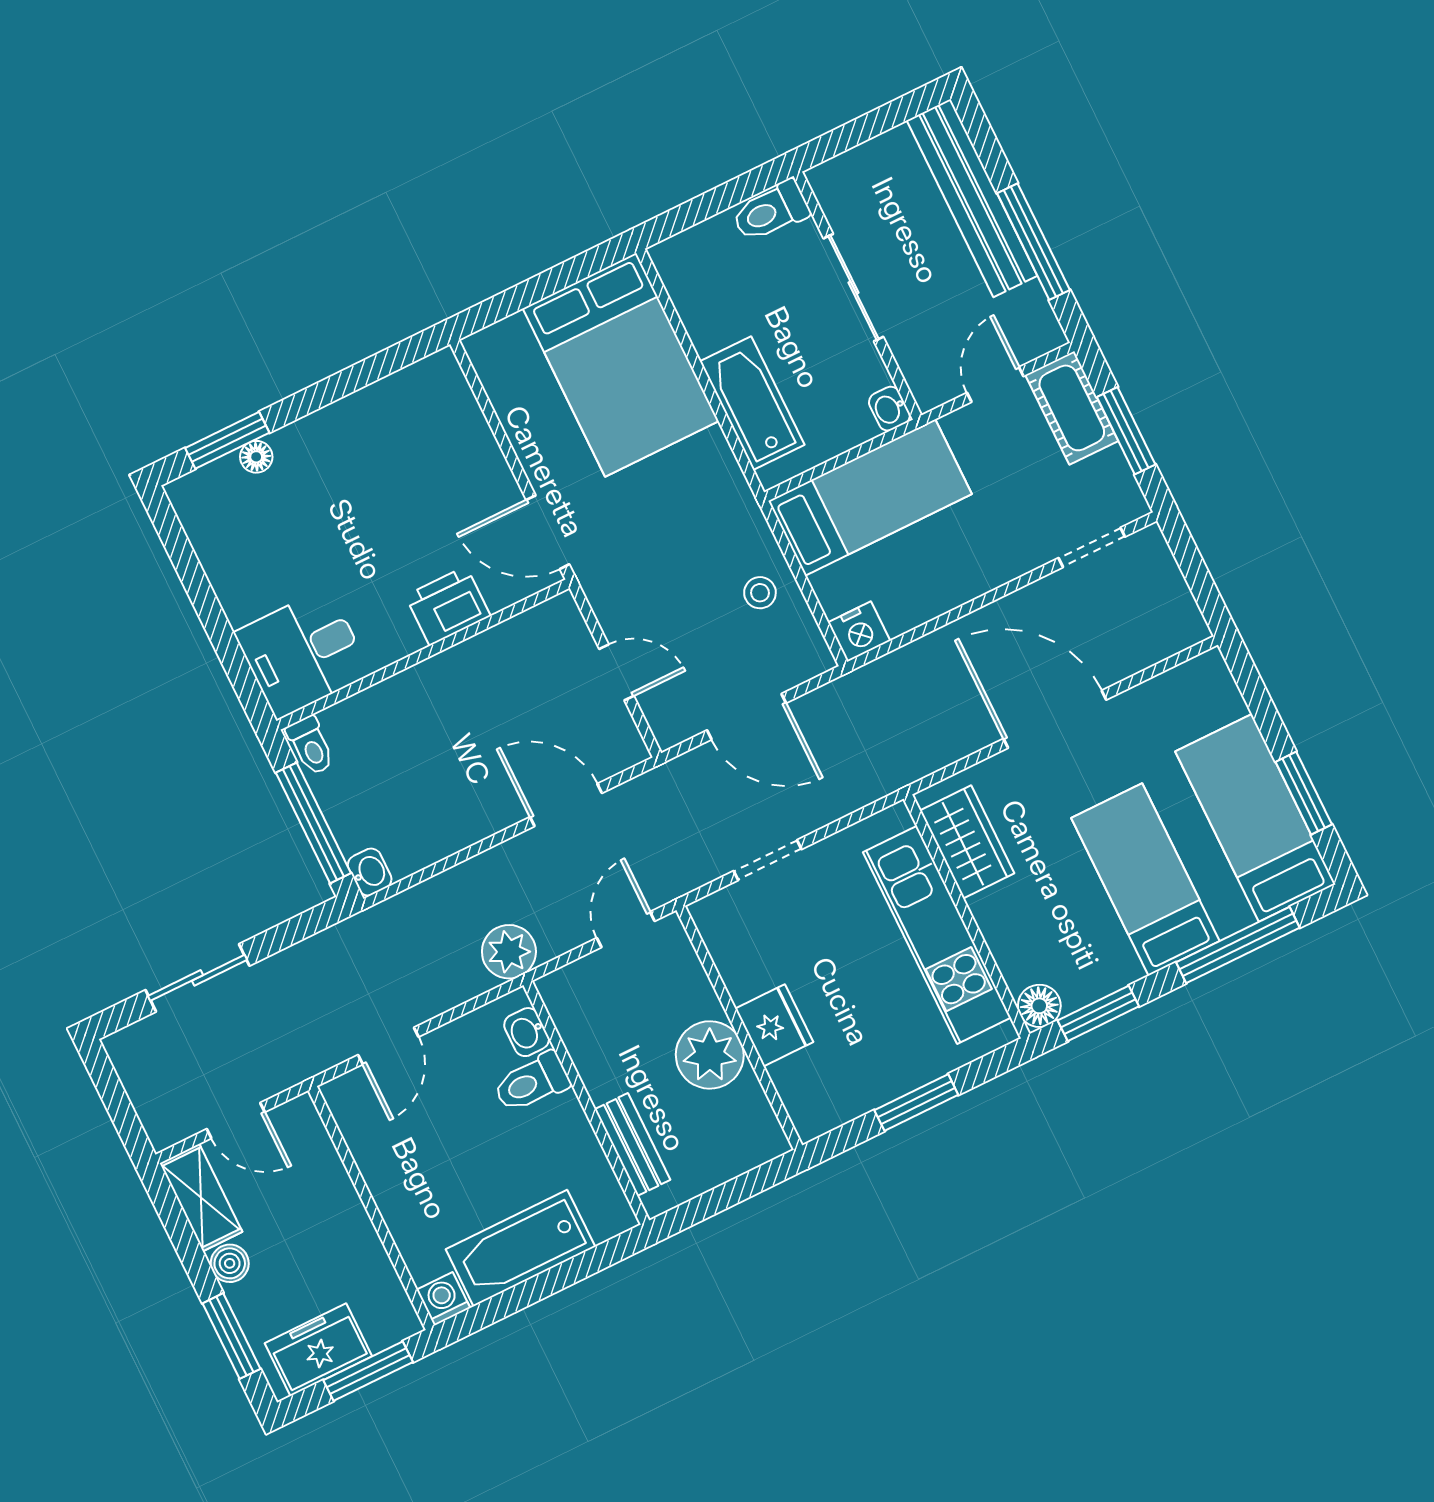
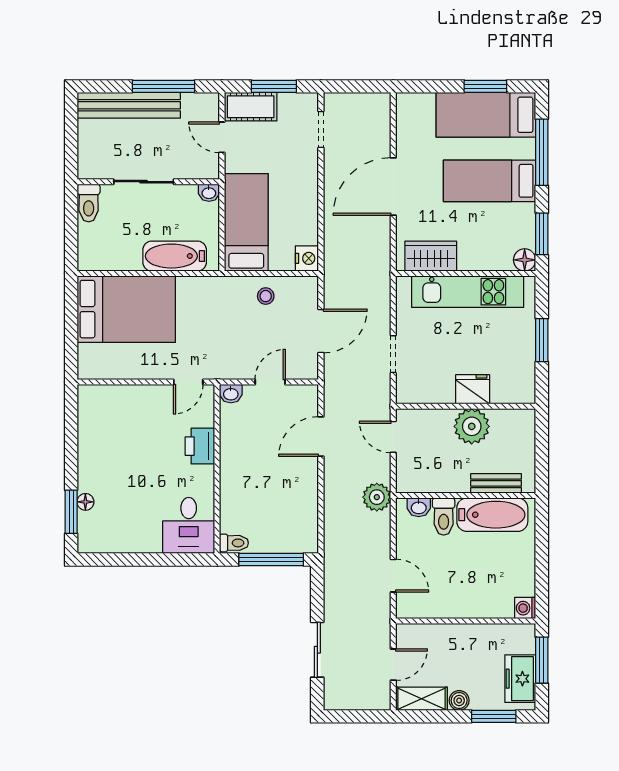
door: (548, 532) -> (188, 382), width x0.73
washbasin: (370, 872) -> (231, 394), moved, turned 180
bathtub: (520, 1248) -> (492, 515), moved, turned -90

